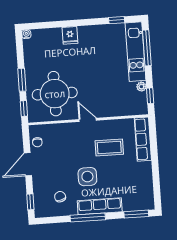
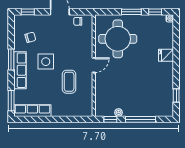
window: (147, 48) -> (141, 119), moved
kitchen unit: (135, 52) -> (148, 110), removed
window: (24, 108) -> (155, 12), moved
row of seats: (143, 139) -> (32, 111), moved
window: (88, 218) -> (11, 59), width x0.69

